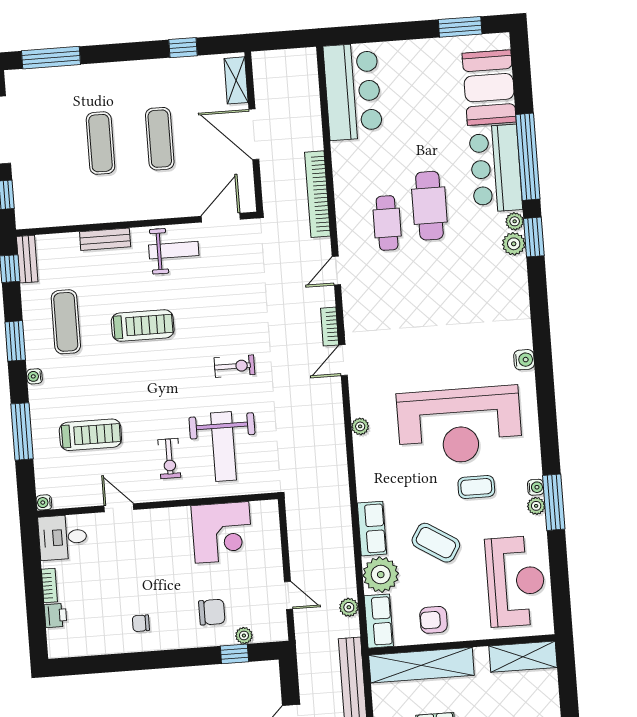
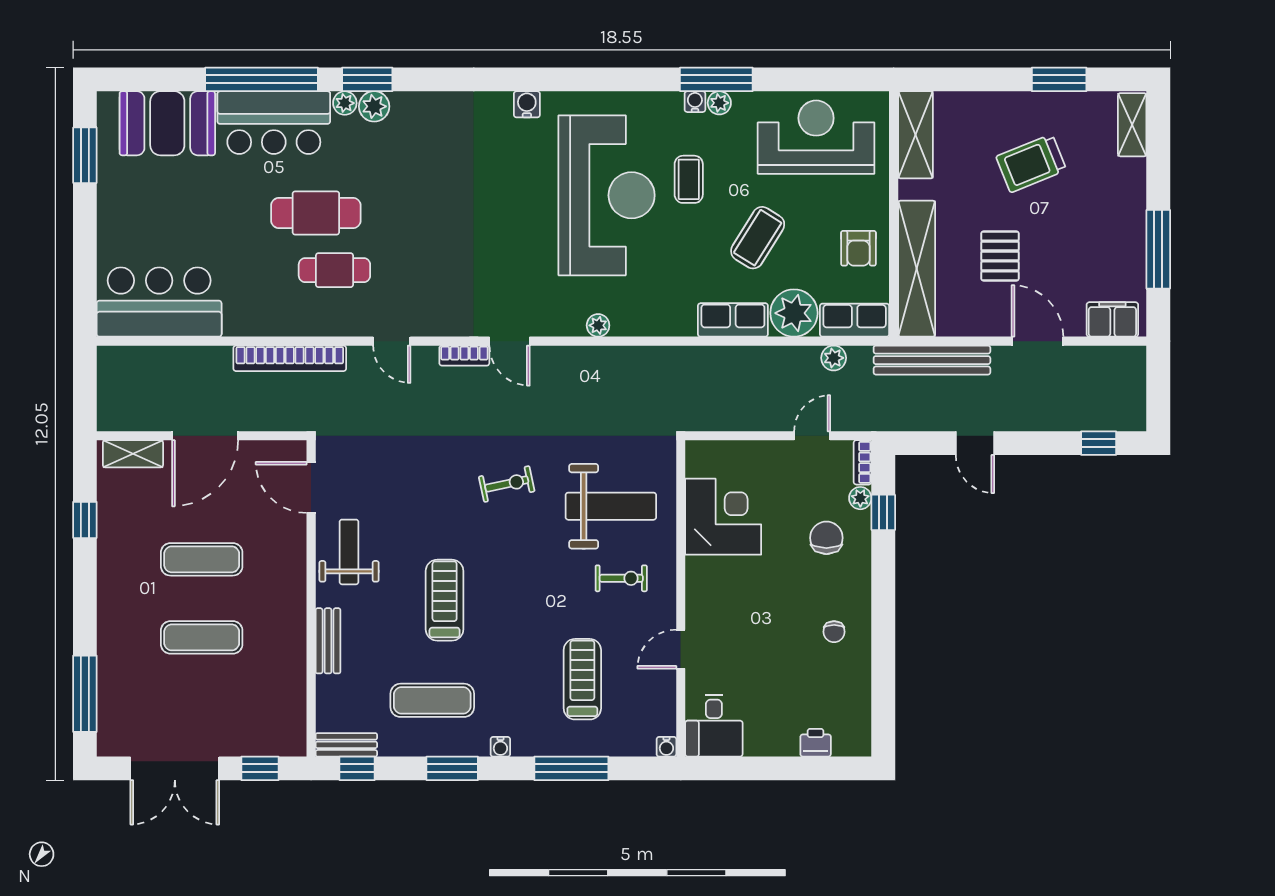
exercise bike: (234, 366) -> (507, 484), turned 78
bookcase: (49, 586) -> (863, 462), moved, turned -90

